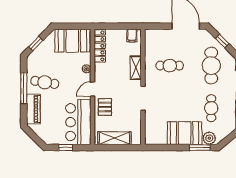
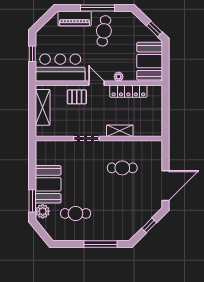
filing cabinet: (132, 35) -> (155, 127), removed
window: (36, 44) -> (154, 29), moved
locker: (100, 46) -> (128, 91), moved
cafe table: (170, 66) -> (122, 168), turned 90
cafe table: (211, 66) -> (122, 213), removed

